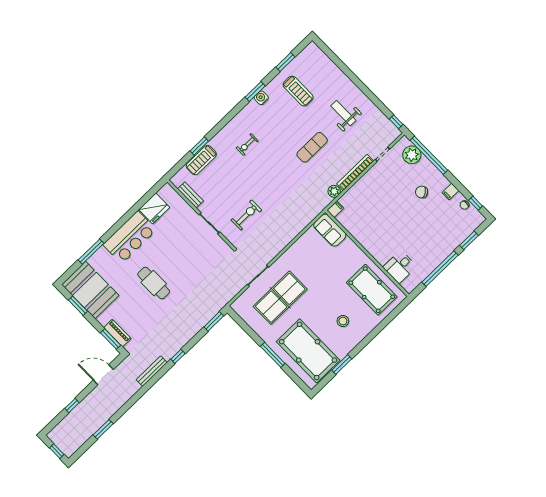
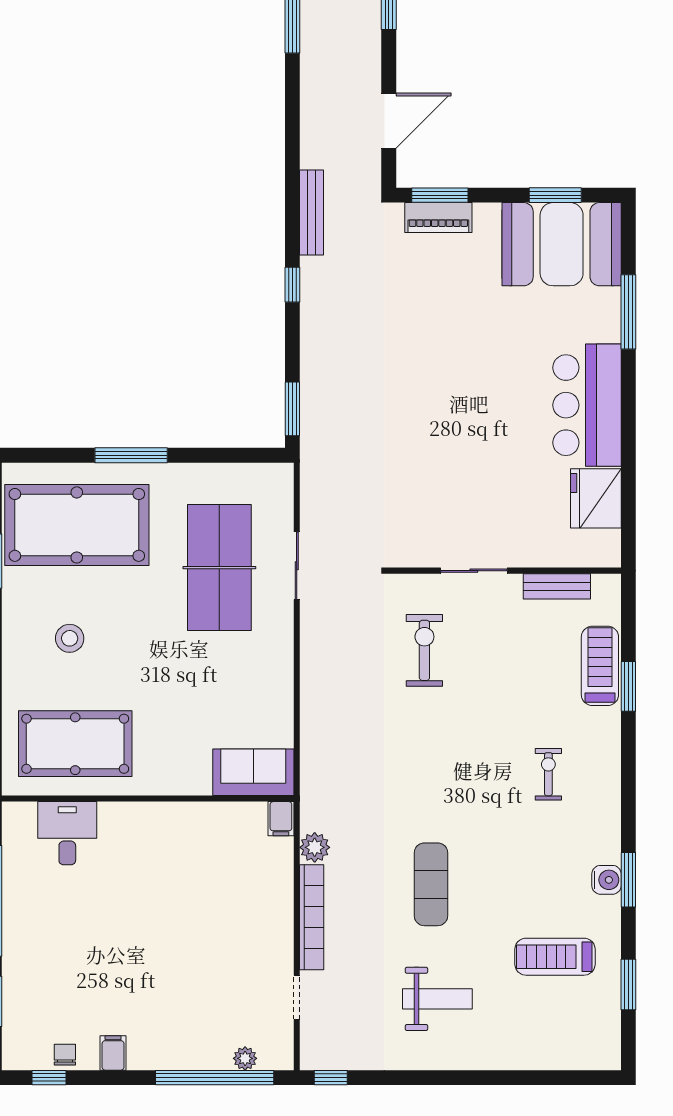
plant: (412, 155) -> (245, 1058), width x0.53, depth x0.53
chair: (422, 192) -> (162, 1001), removed
exercise bike: (246, 215) -> (424, 650), turned 180
cafe table: (154, 283) -> (464, 369), removed

